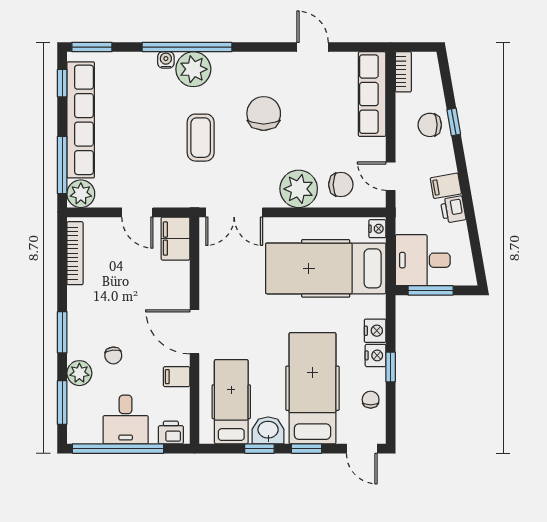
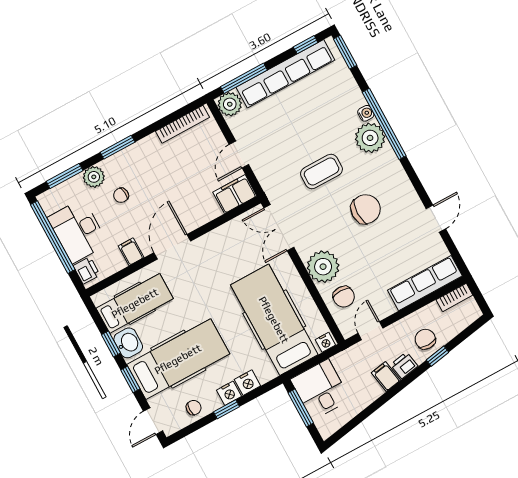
printer: (453, 210) -> (404, 365), moved
desk: (126, 420) -> (78, 231), width x1.37

